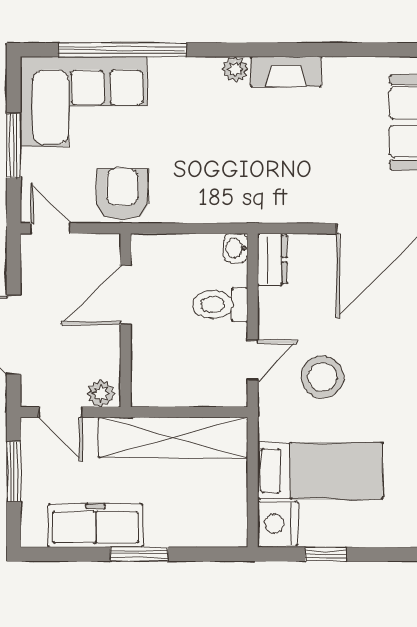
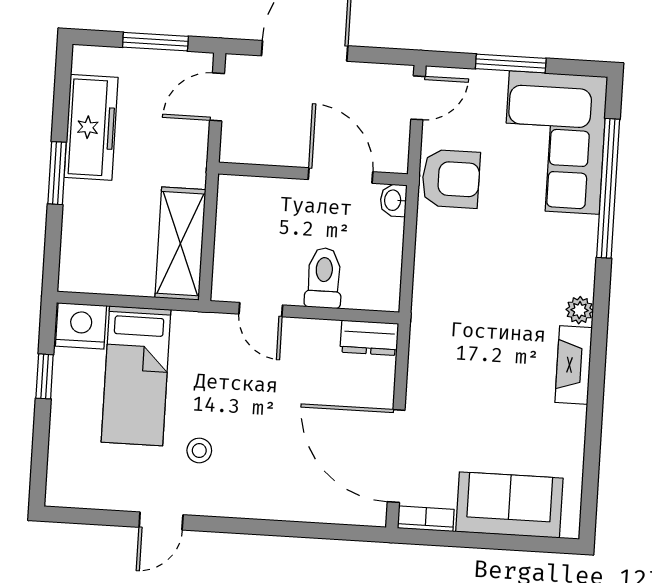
washbasin: (236, 248) -> (393, 200), moved, turned -90
stool: (322, 377) -> (199, 450), moved, width x0.53, depth x0.53
plant: (101, 393) -> (235, 142), removed
shelving: (173, 437) -> (180, 244), width x0.68

